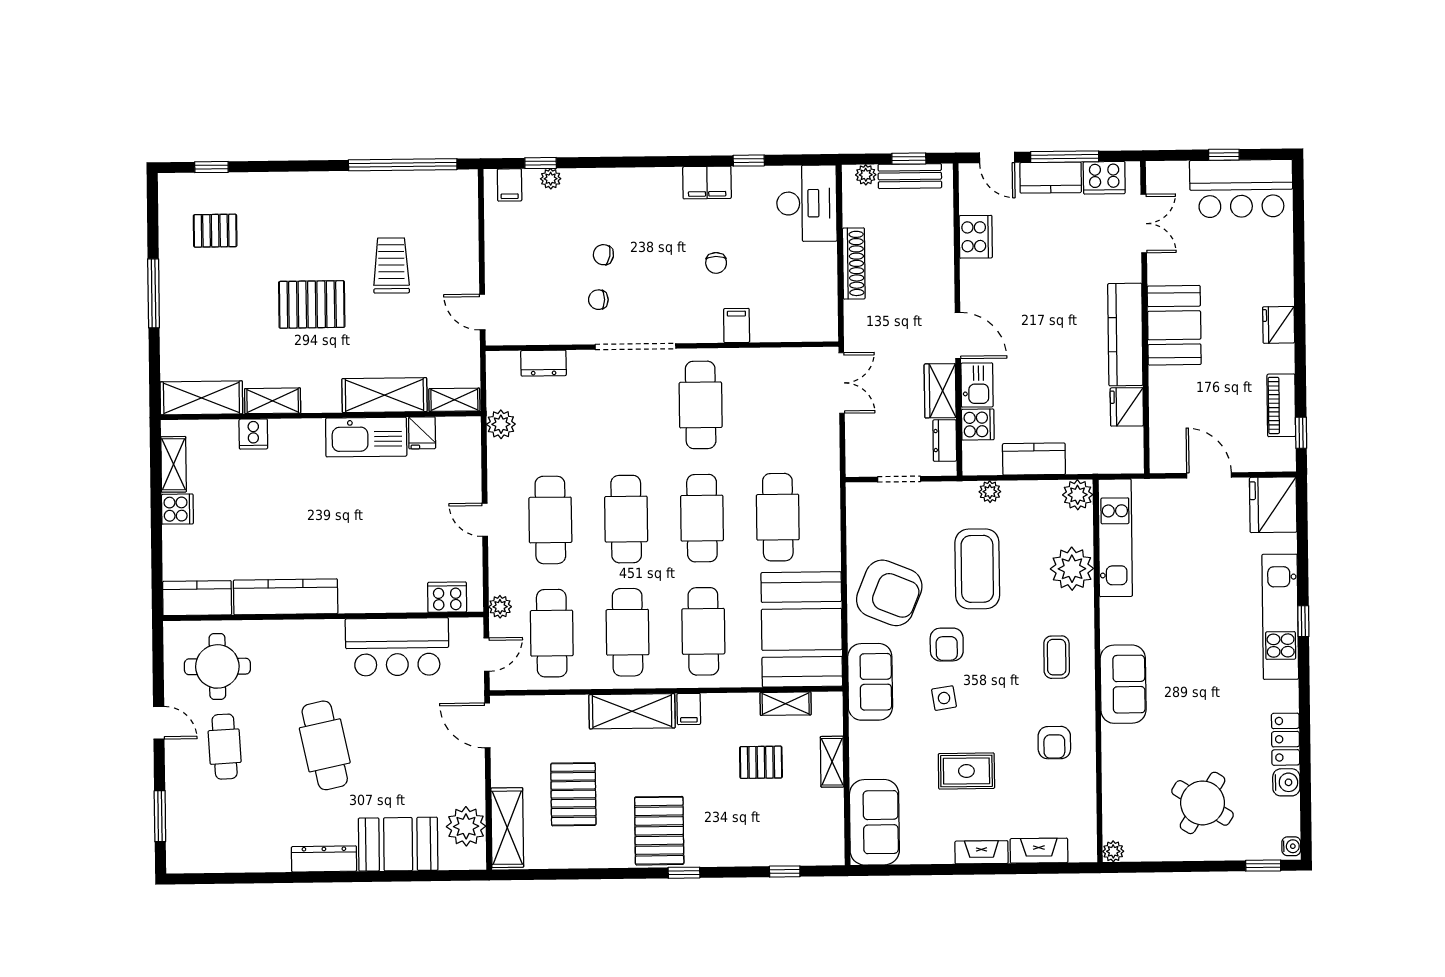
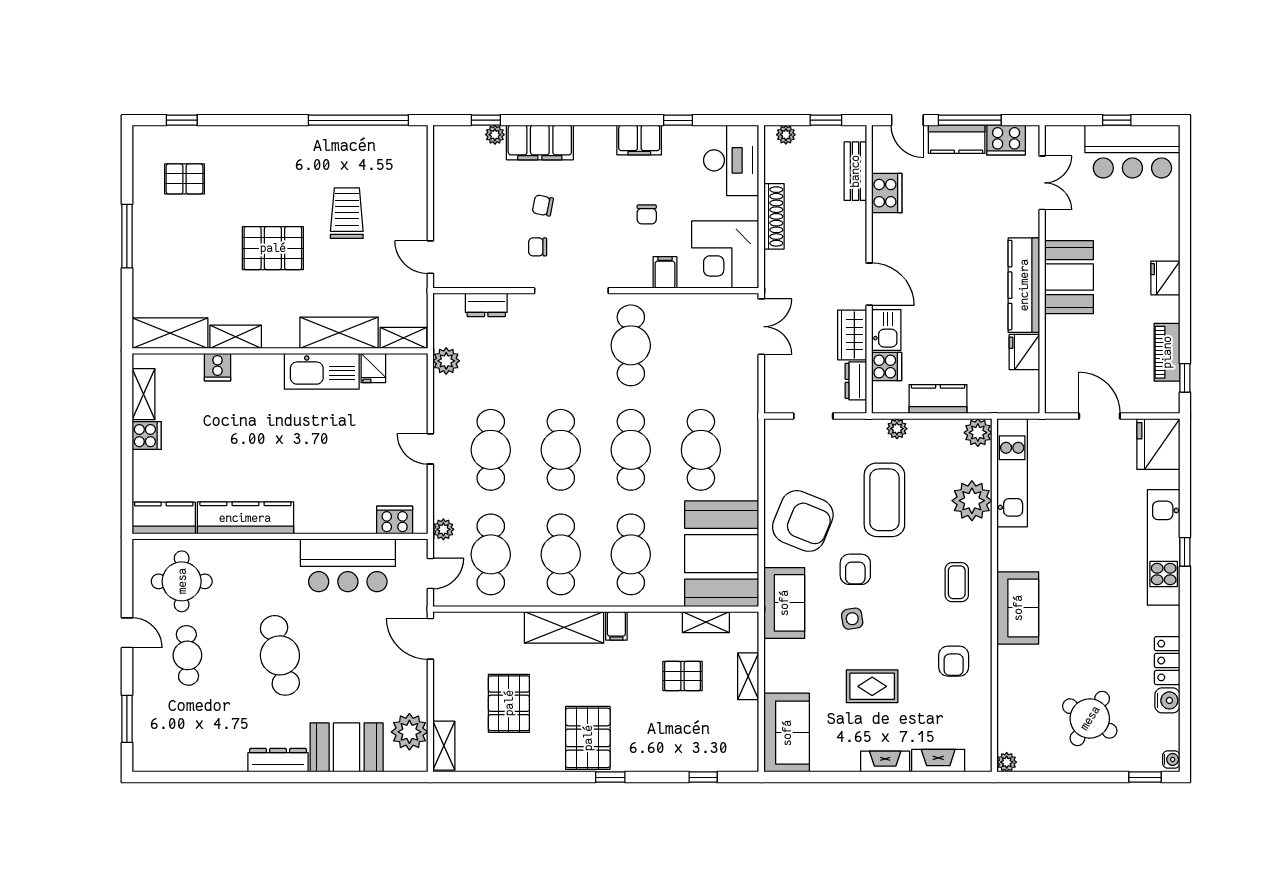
bench: (910, 176) -> (855, 171), moved, turned 90
filing cabinet: (510, 185) -> (540, 143), moved, width x3.00, depth x1.17
corner desk: (802, 305) -> (725, 255), added
shelving: (507, 828) -> (444, 746), width x0.67, depth x0.75

